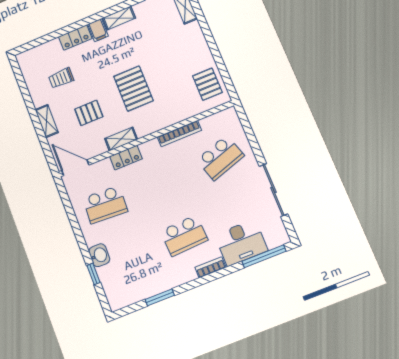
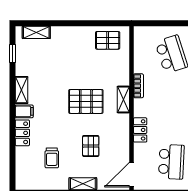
bookcase: (179, 134) -> (138, 86), width x0.64
shelving: (121, 139) -> (123, 99), moved

